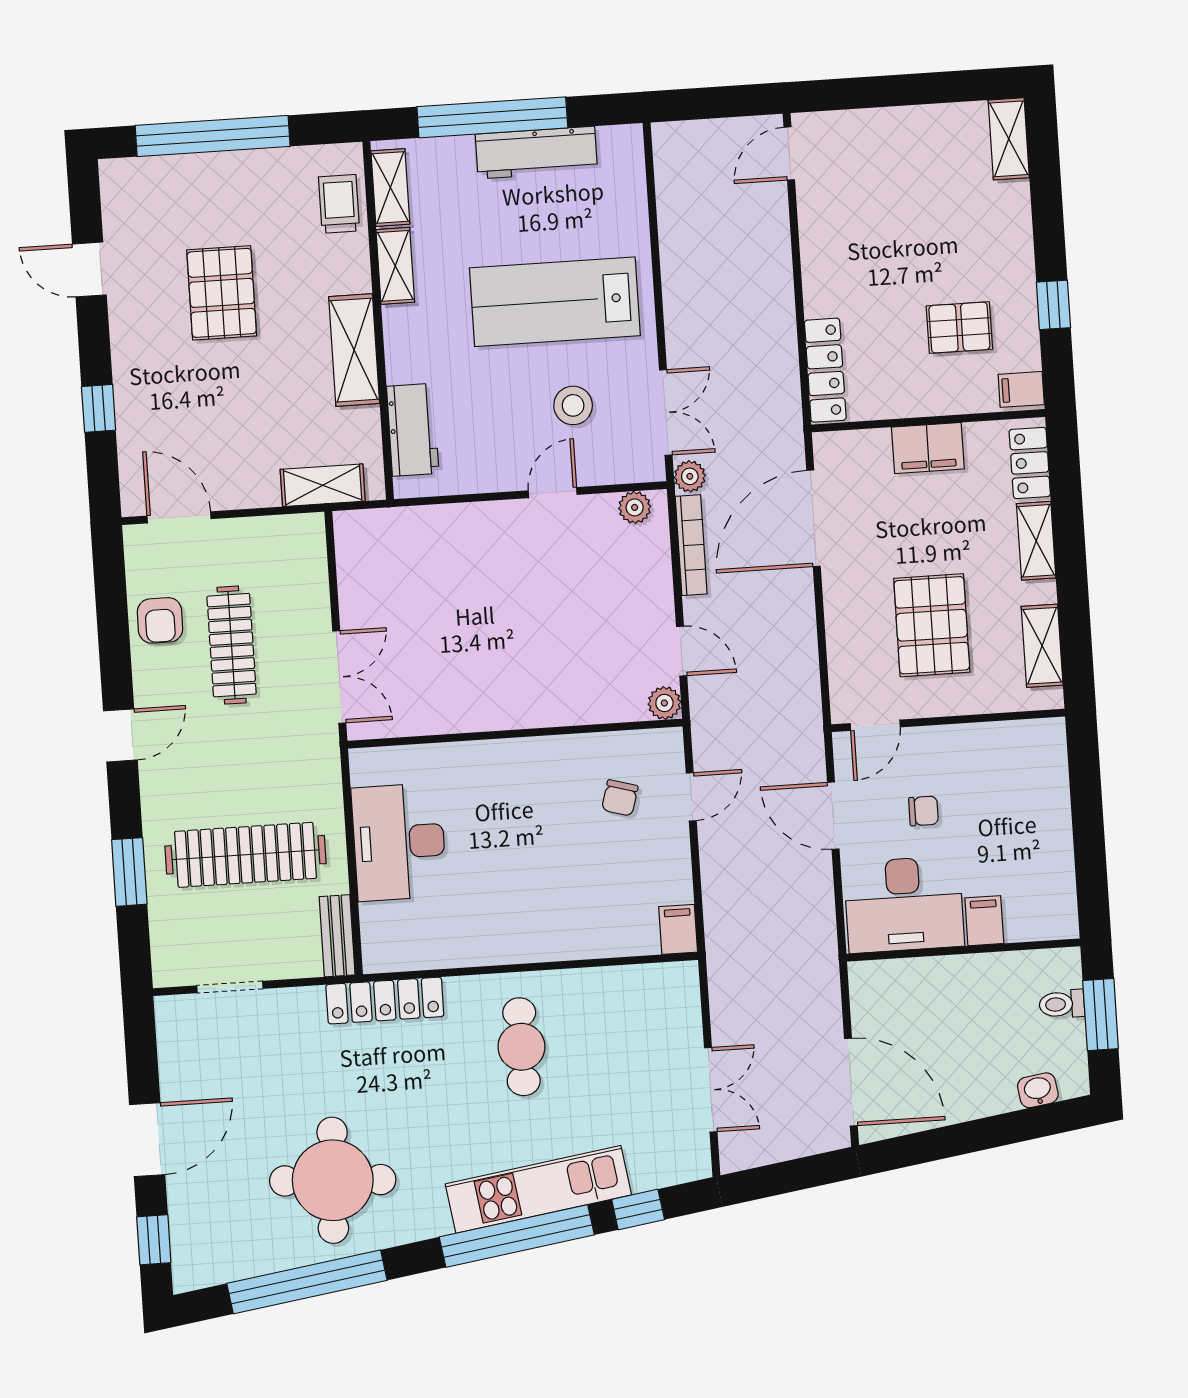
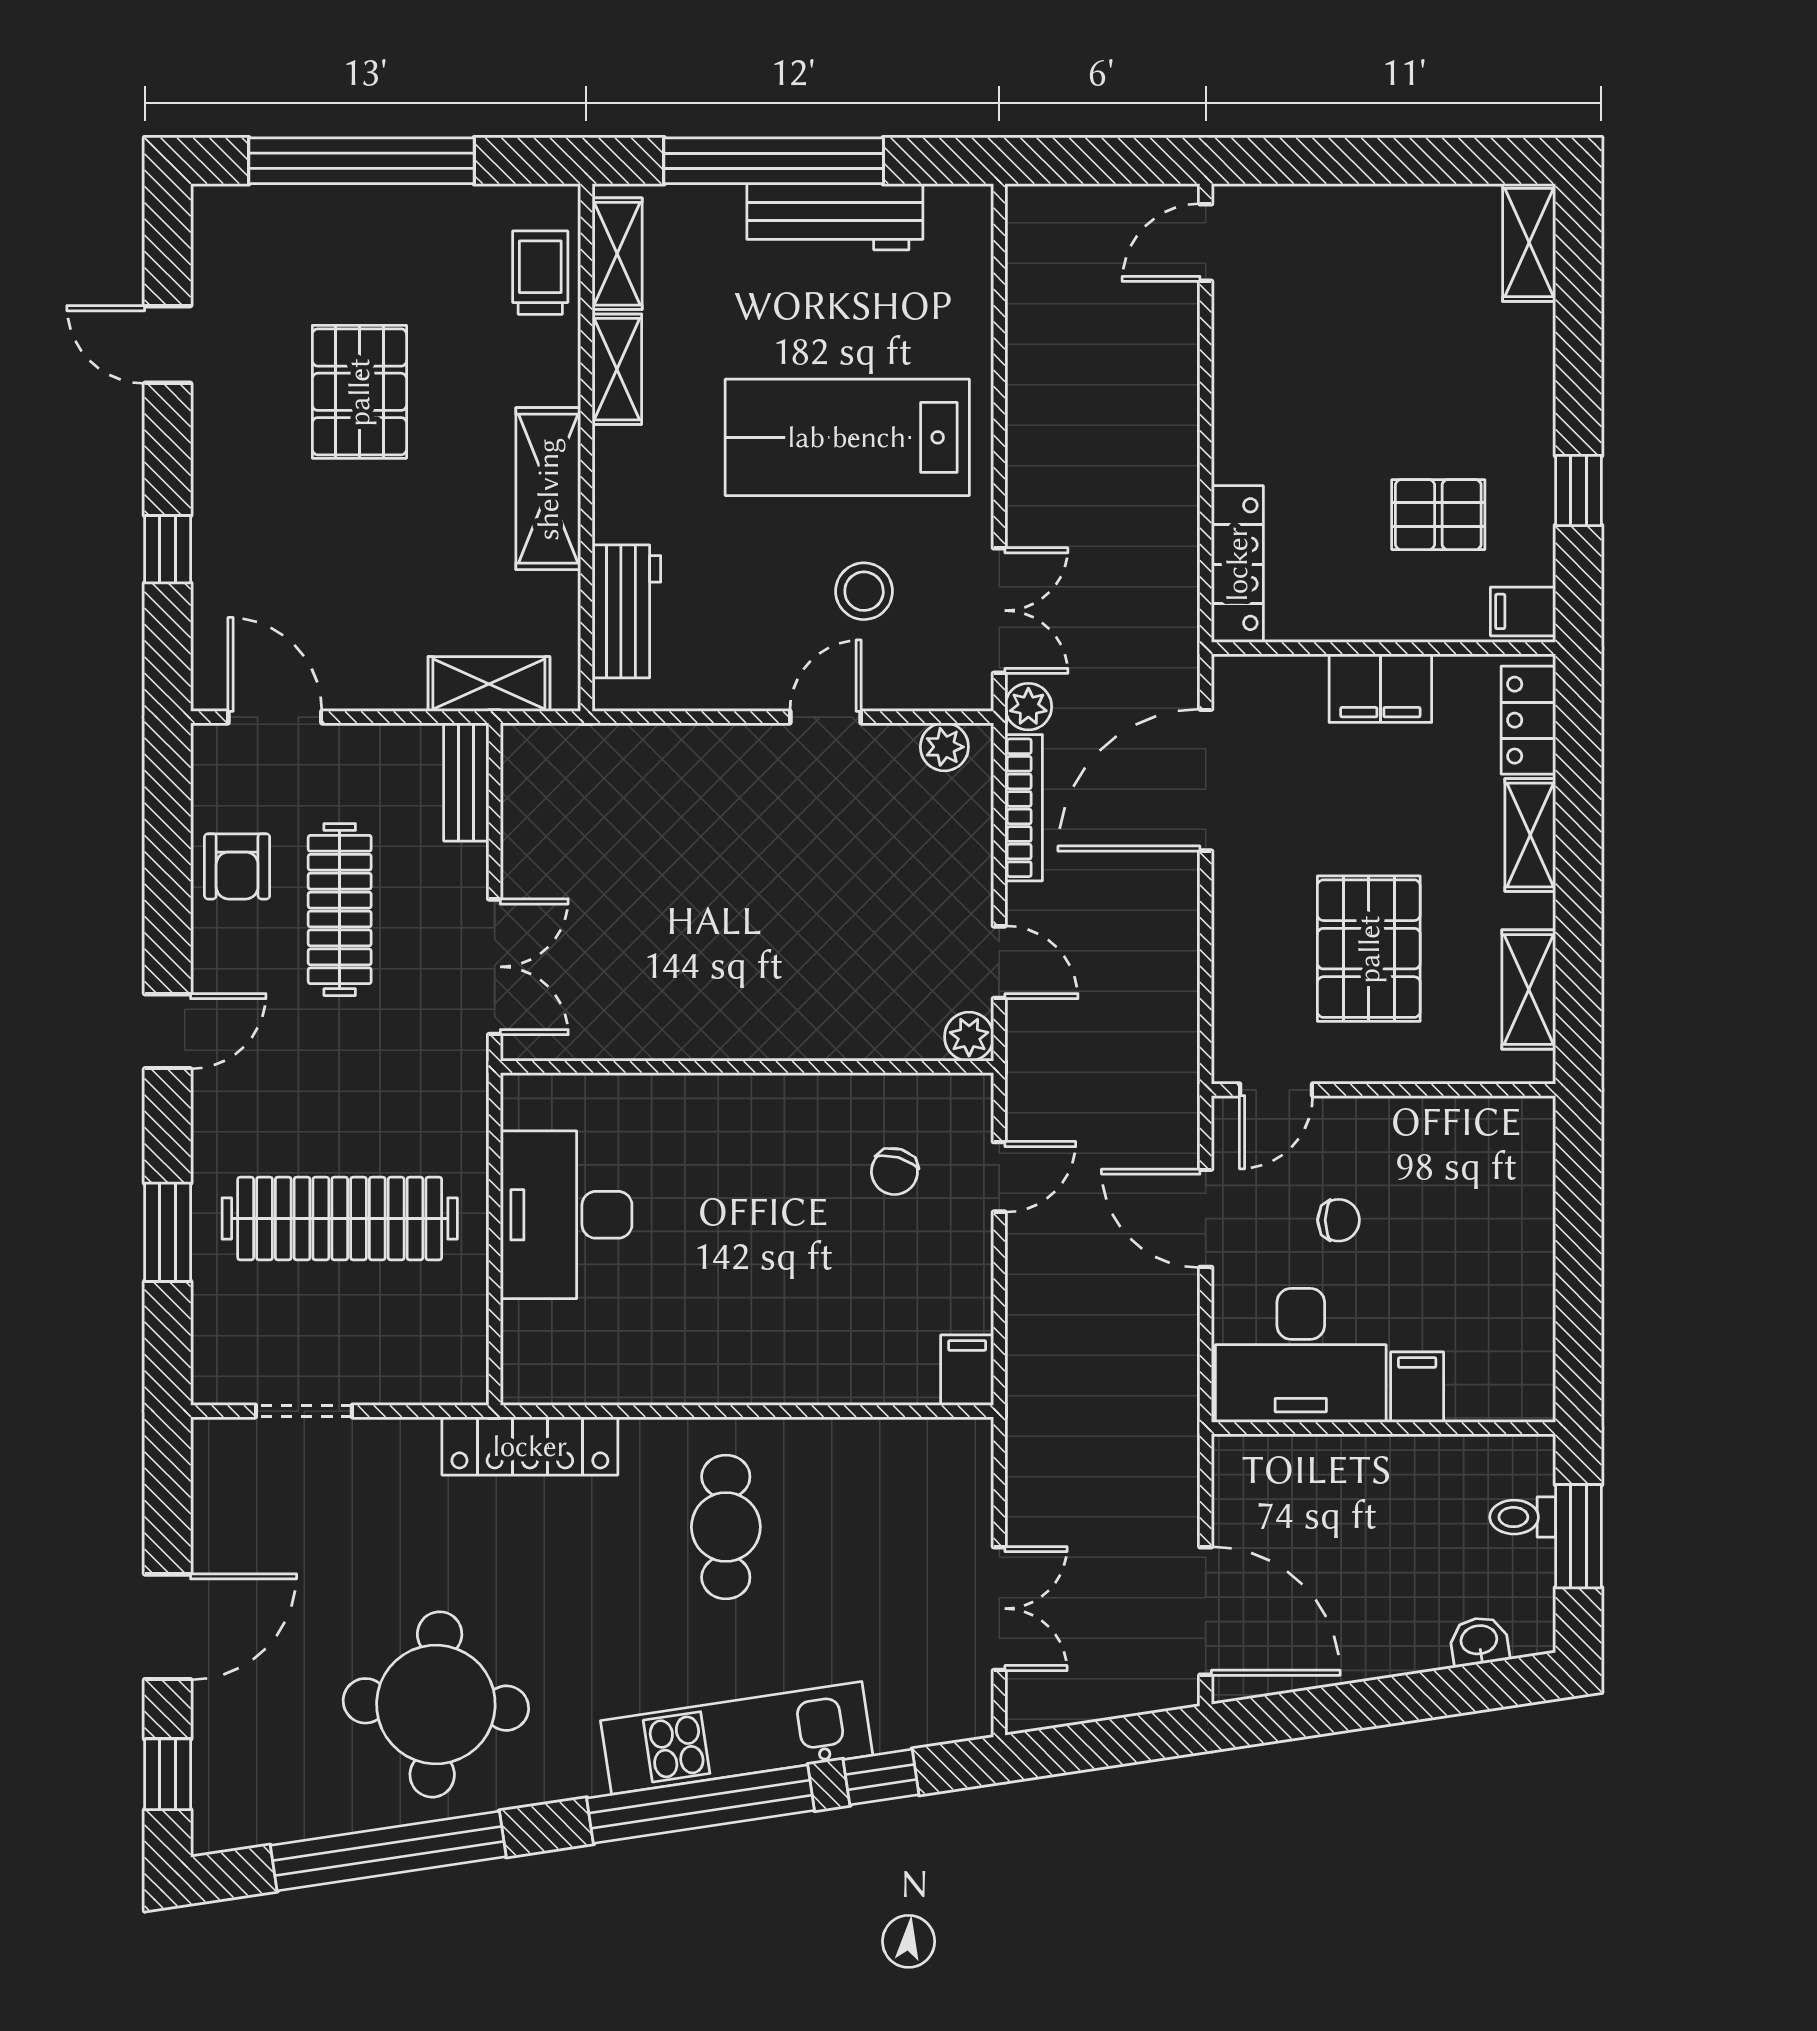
bench: (337, 936) -> (466, 782), moved

